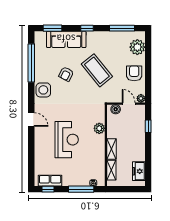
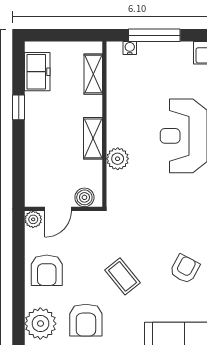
armchair: (115, 49) -> (86, 320), added
coffee table: (97, 70) -> (123, 276), width x0.54, depth x0.58
door: (129, 104) -> (58, 209), hinge flipped
window: (148, 126) -> (19, 107), moved
shelving: (111, 149) -> (93, 138), moved

